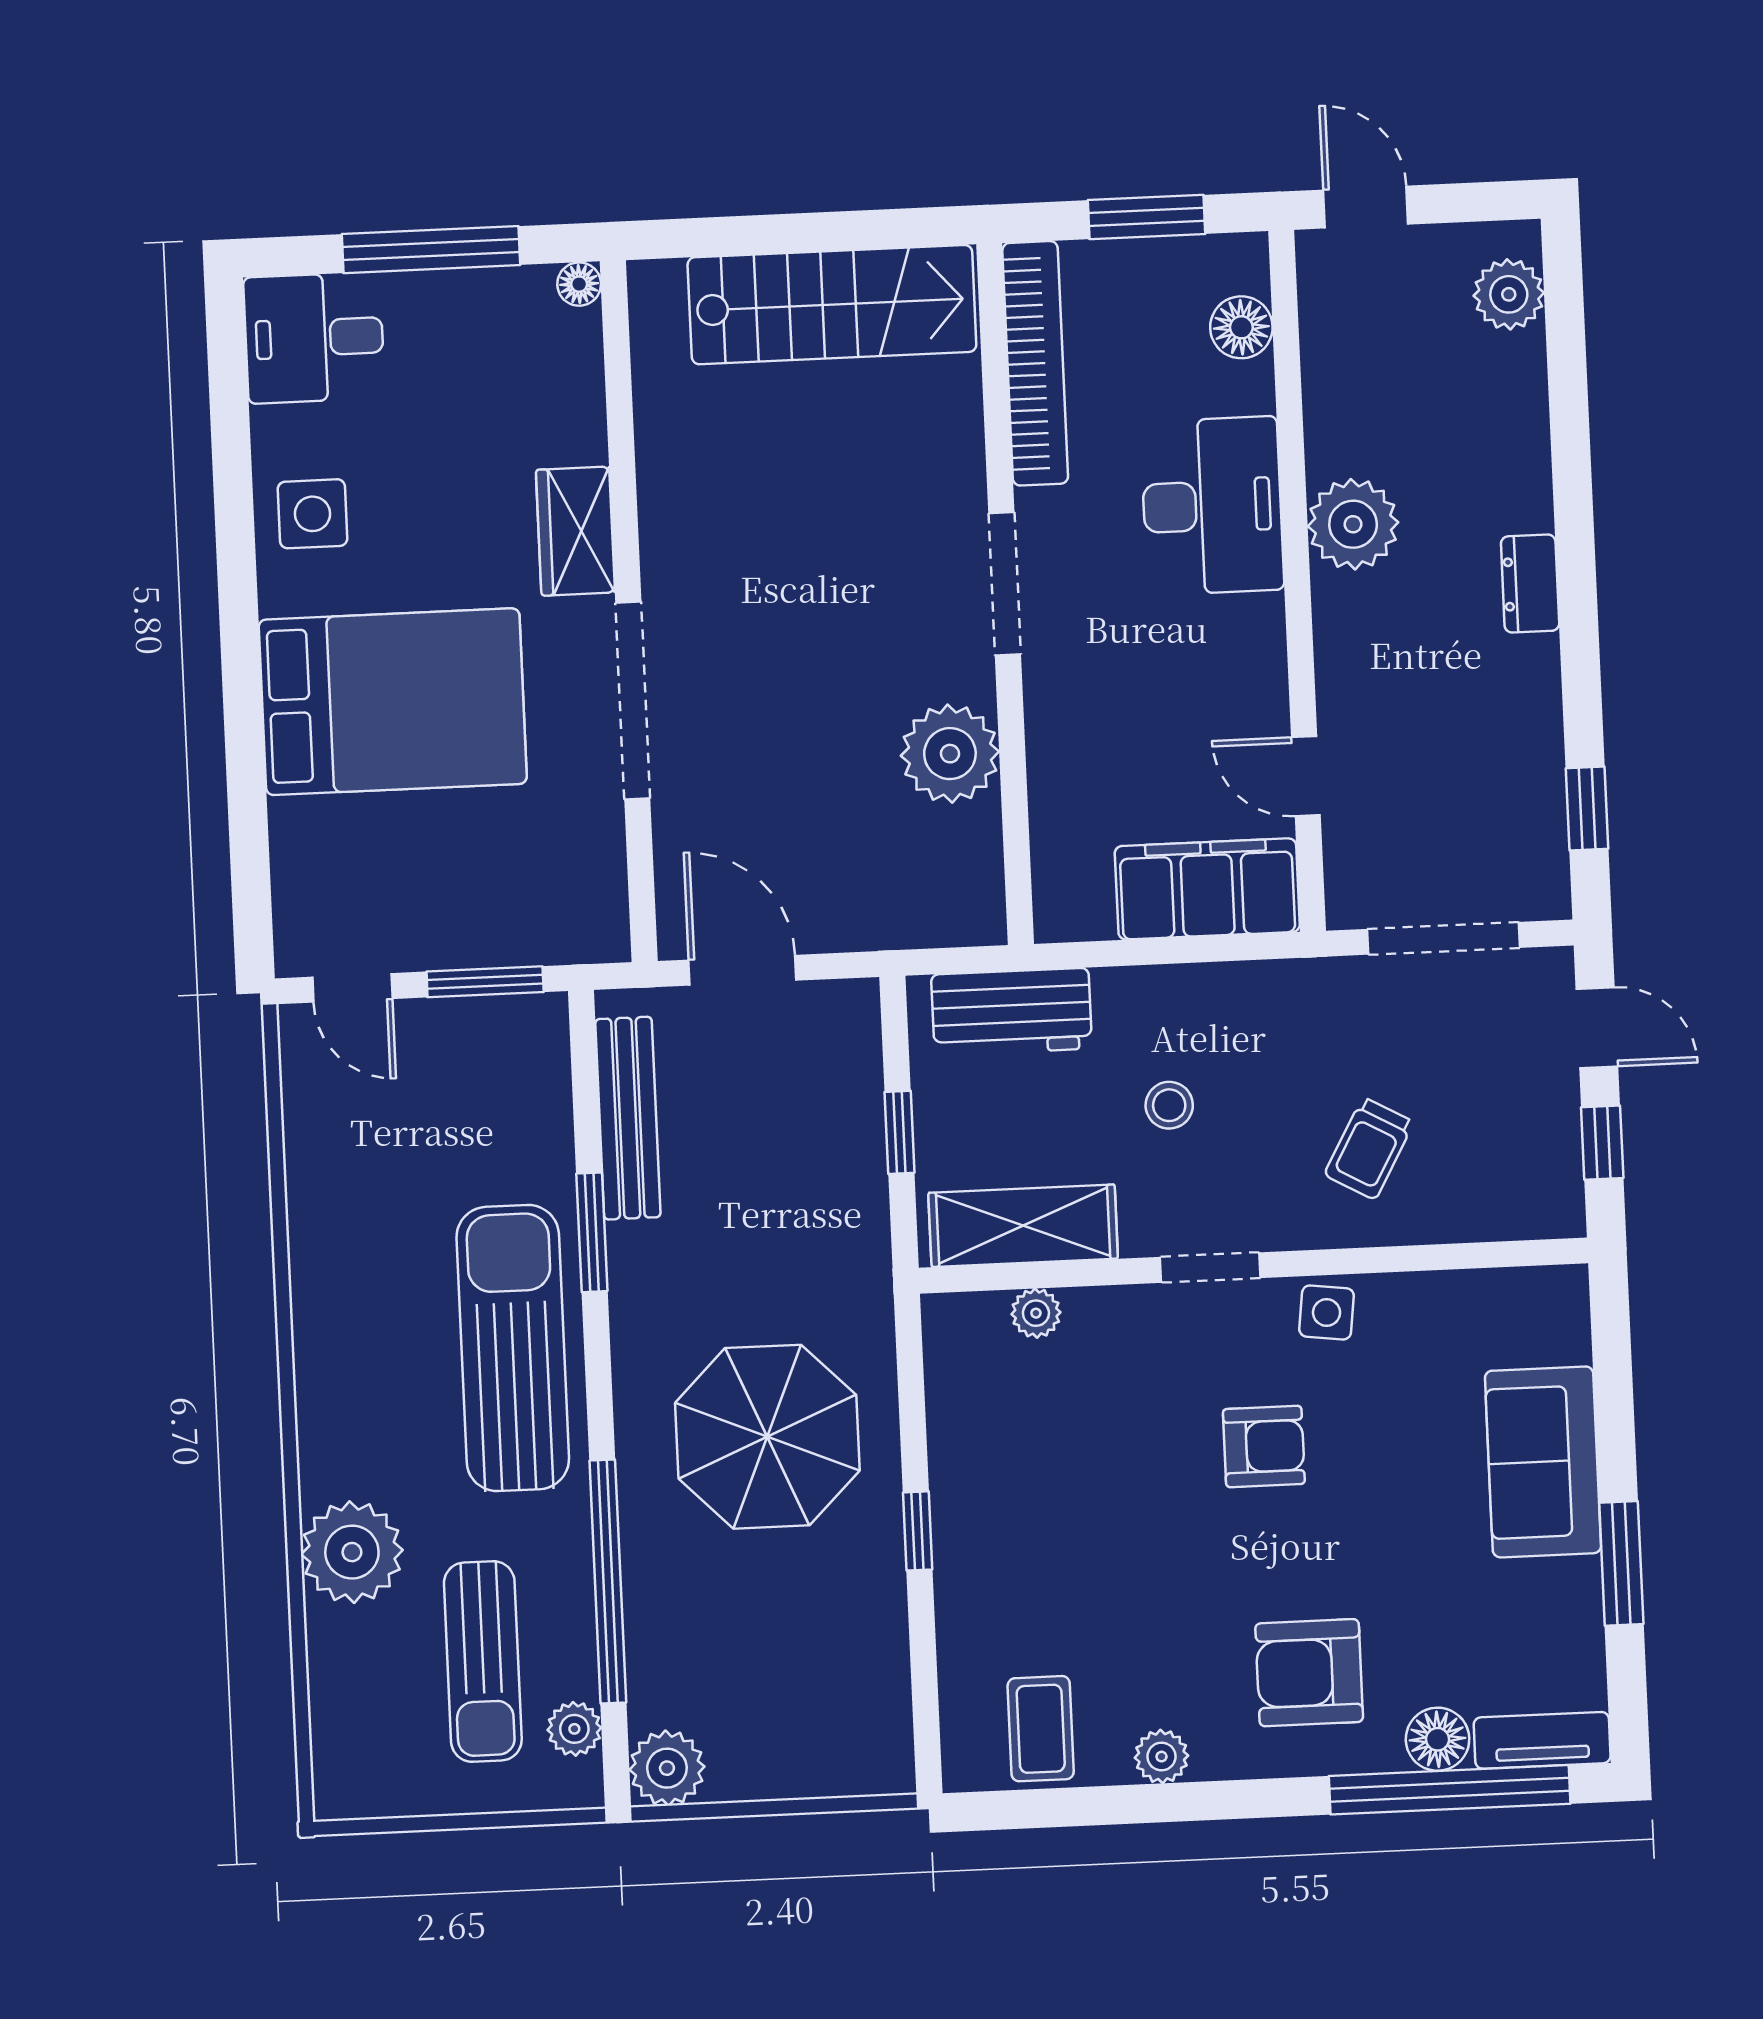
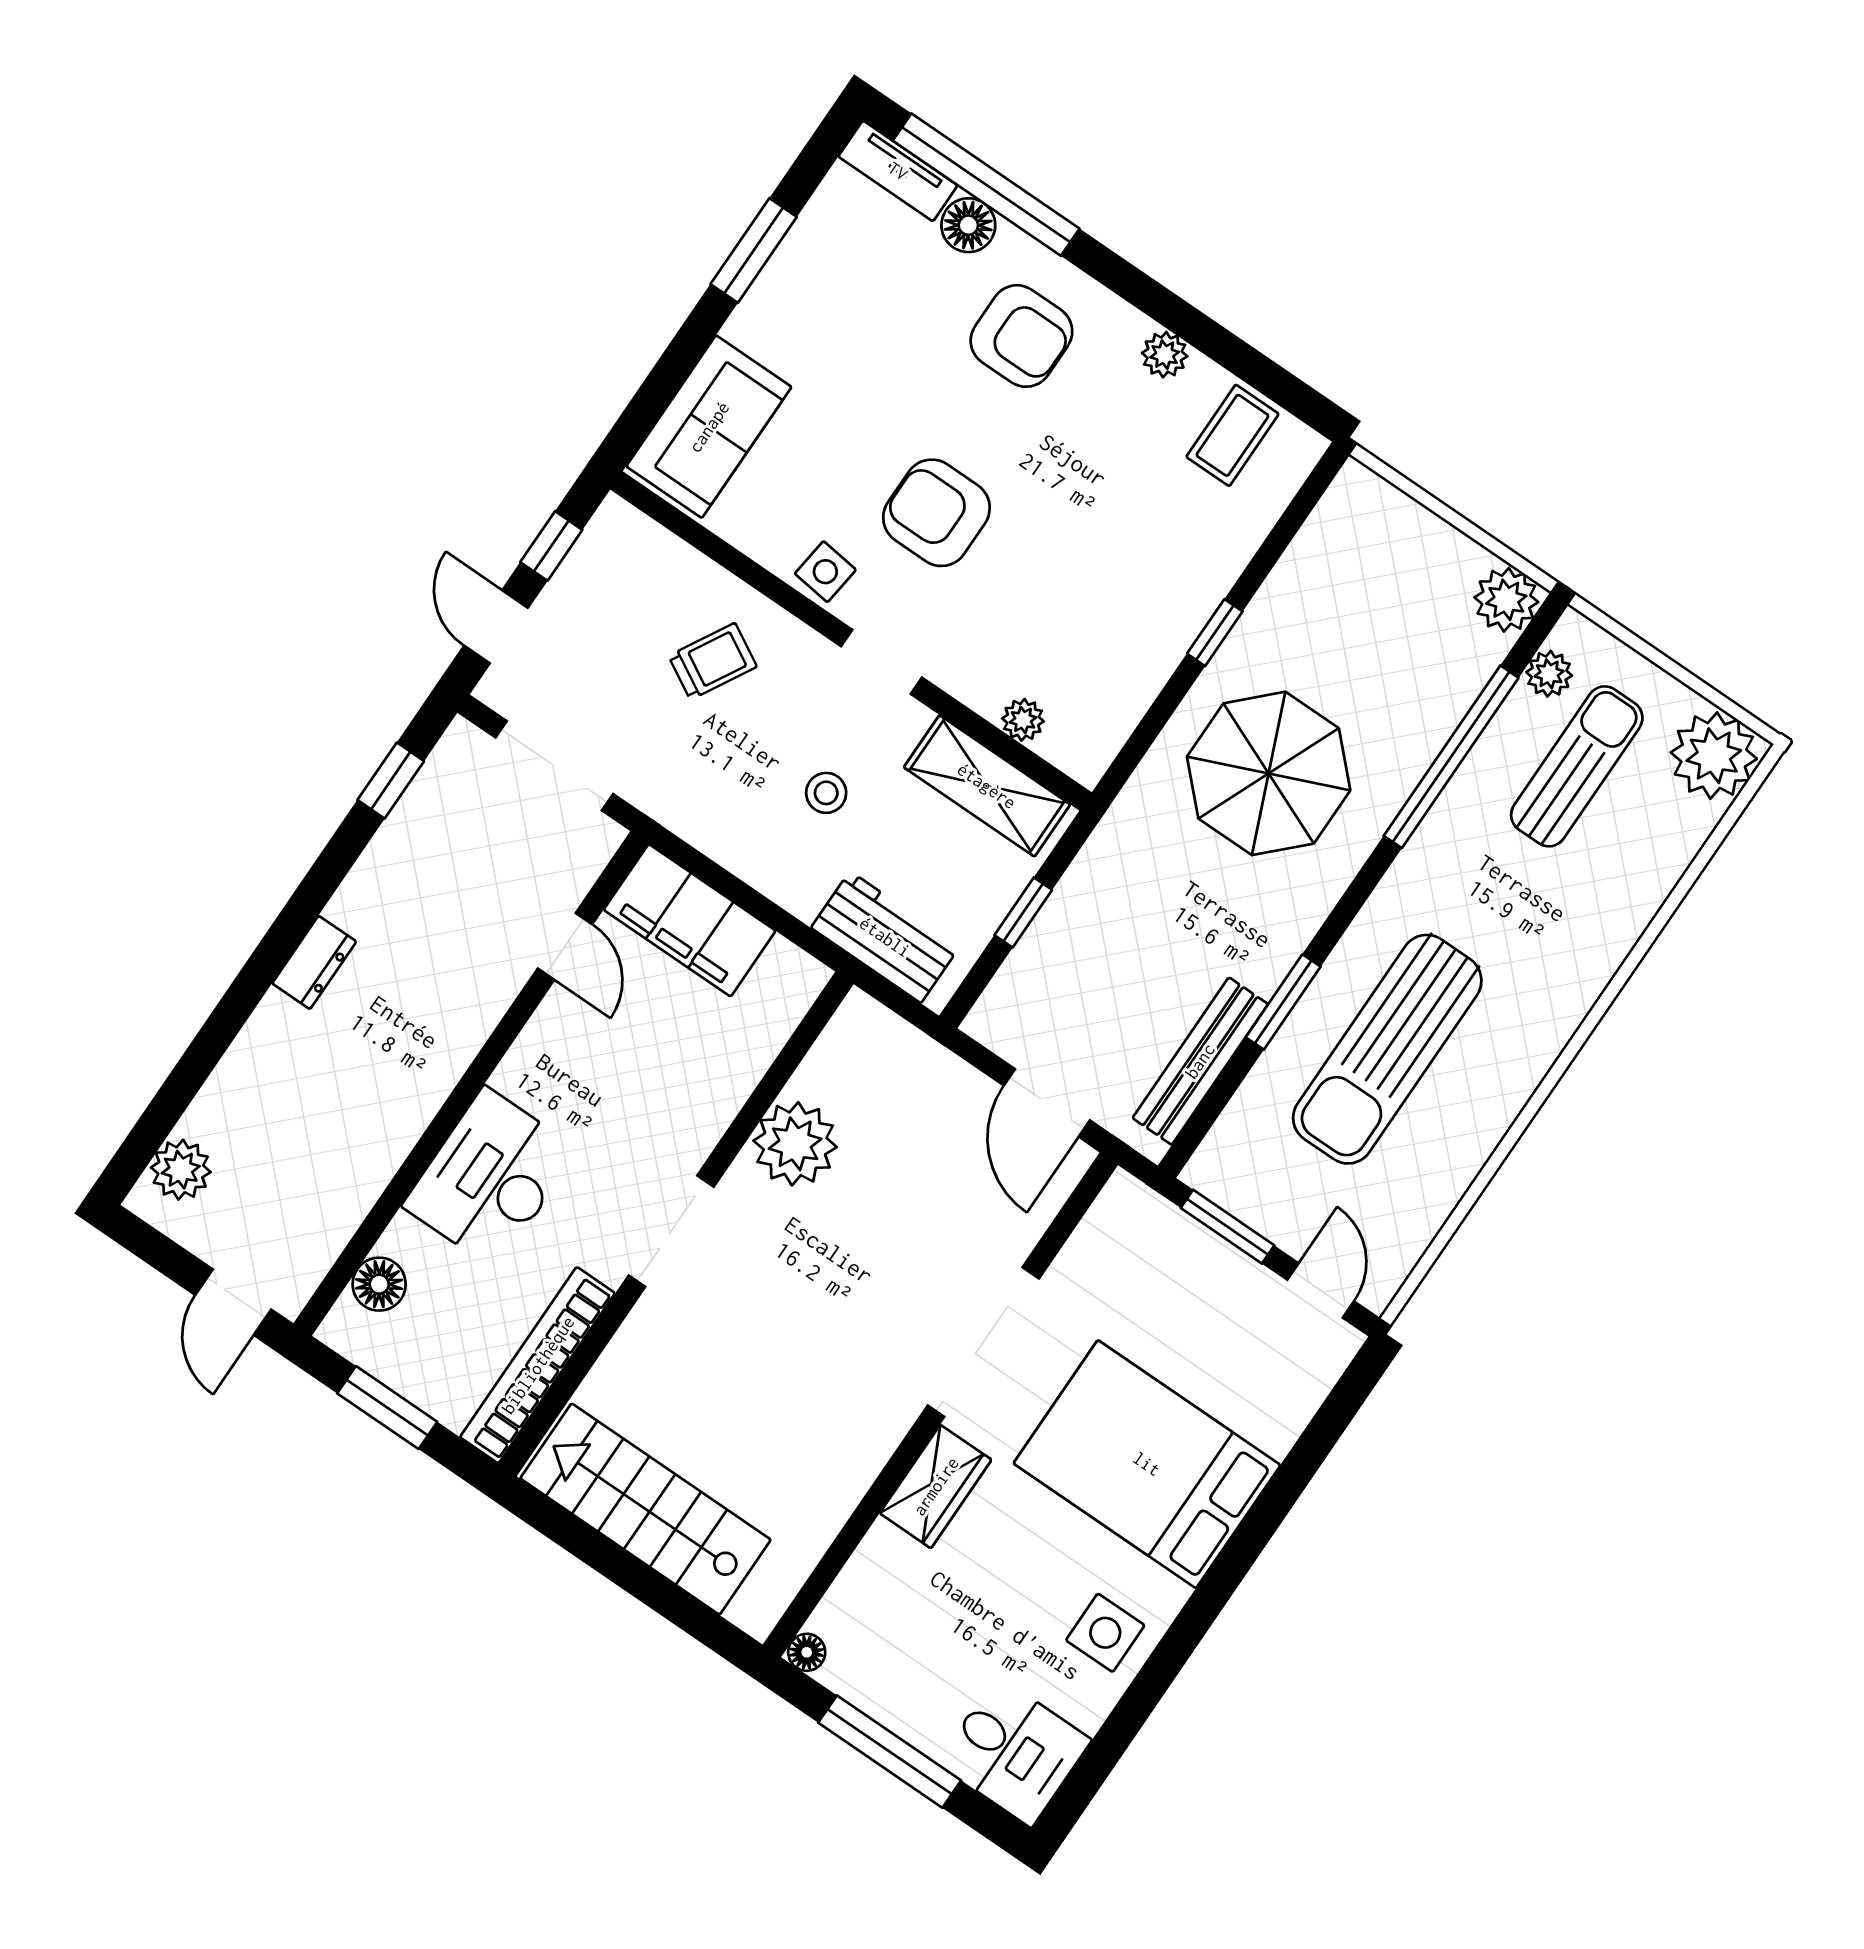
plant: (1353, 524) -> (404, 1093), removed
sun lounger: (513, 1348) -> (1387, 1049), moved
armchair: (1264, 1446) -> (936, 513), width x1.38, depth x1.38
sofa: (1543, 1462) -> (709, 427), moved
plant: (352, 1552) -> (1714, 756), moved

